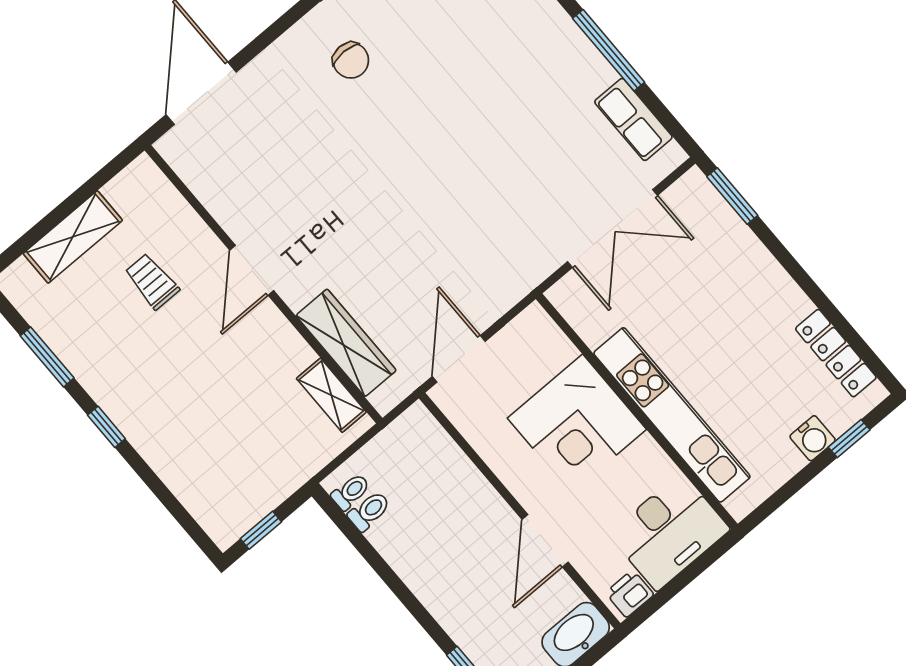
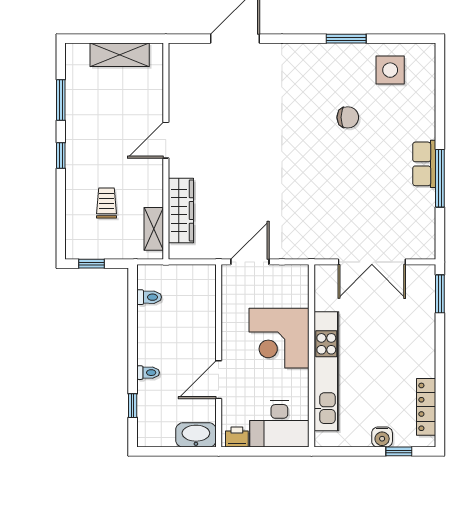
chair: (351, 60) -> (348, 117), moved, turned -90
row of seats: (633, 119) -> (424, 164), moved
door: (252, 270) -> (166, 140), moved
trolley: (152, 281) -> (106, 203), moved
wall: (264, 284) -> (166, 151), moved
wardrobe: (346, 343) -> (181, 211), moved
shelving: (331, 395) -> (154, 229), moved
toilet: (351, 492) -> (148, 373), moved

